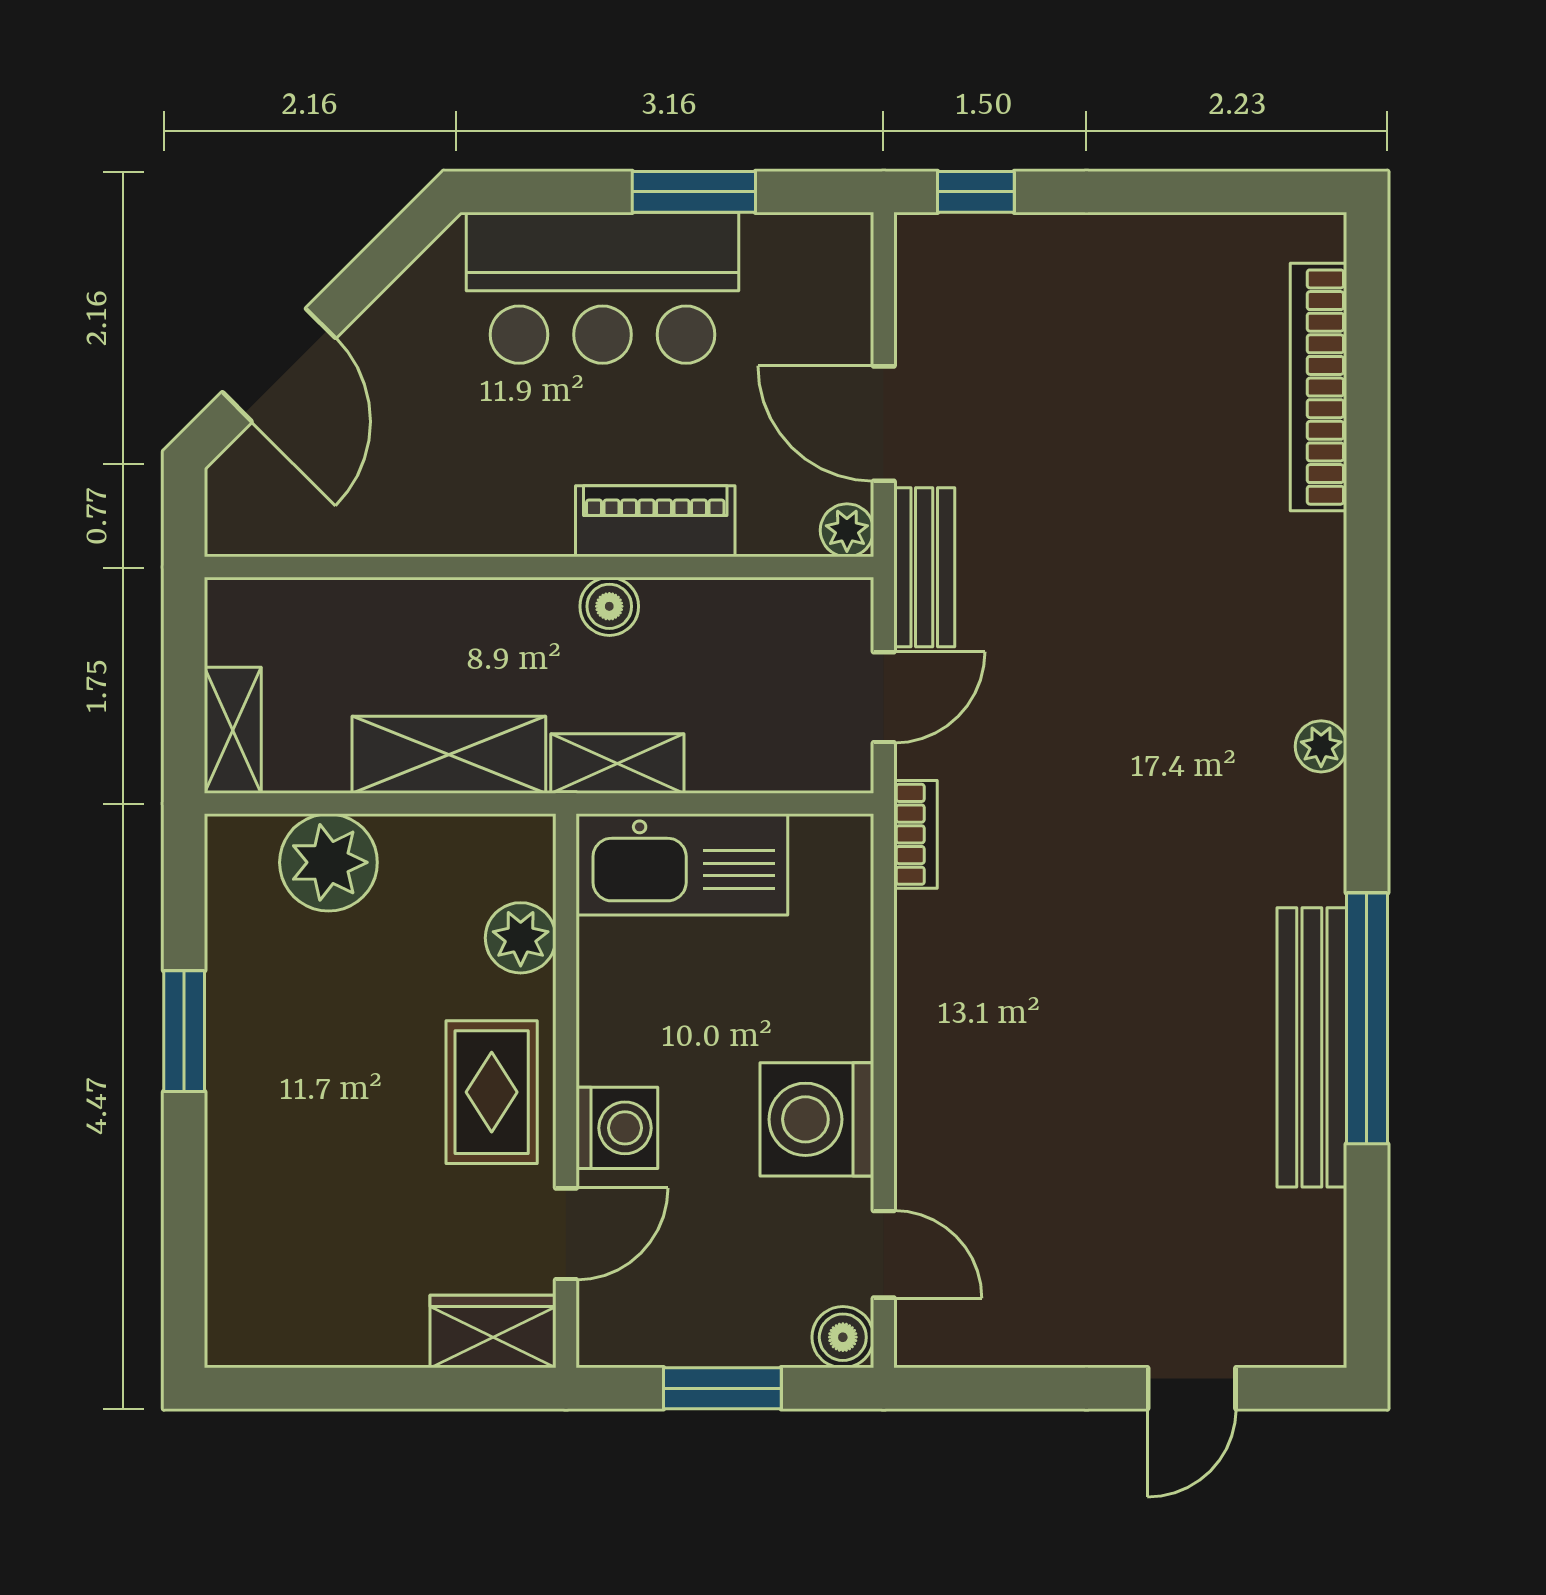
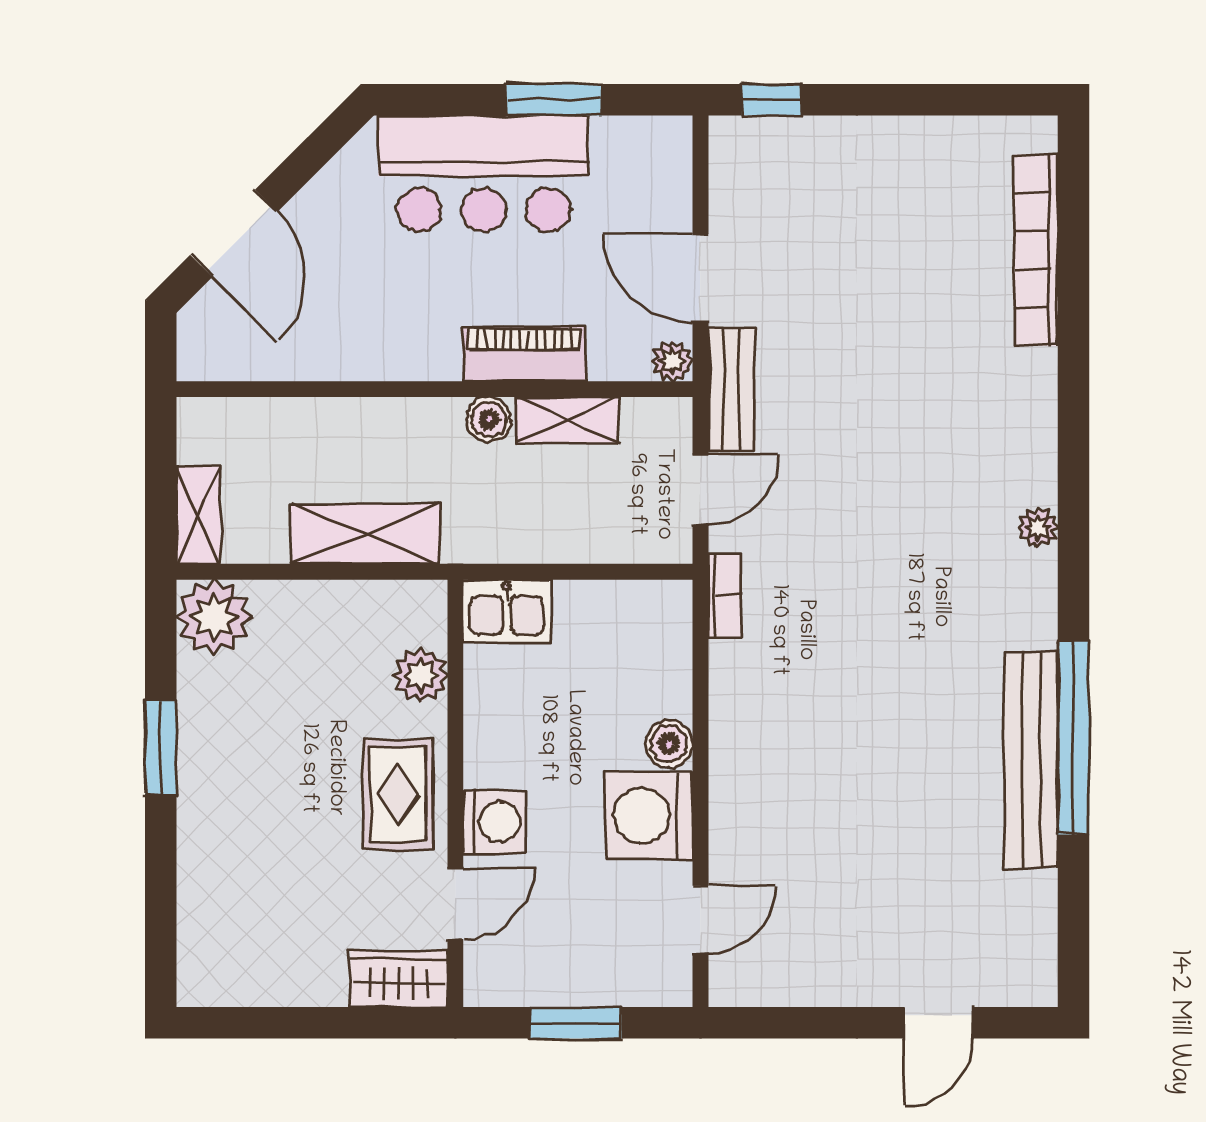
shelving: (617, 764) -> (567, 420), moved
plant: (328, 862) -> (214, 617), moved
kitchen sink: (682, 864) -> (507, 611), width x0.53, depth x0.81
door: (884, 1254) -> (700, 919), hinge flipped
boiler: (843, 1337) -> (669, 744), moved

